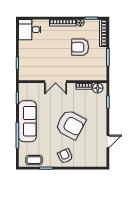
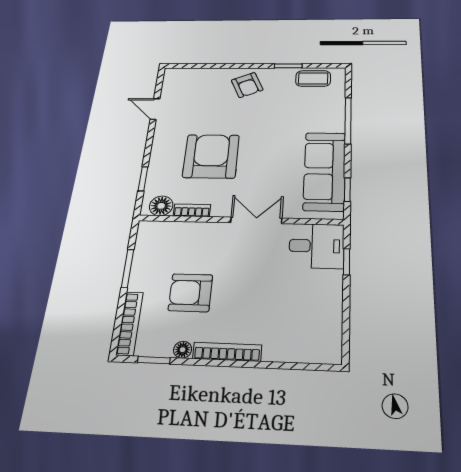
desk: (30, 30) -> (316, 246), moved
armchair: (80, 47) -> (190, 293), turned 180
sofa: (27, 121) -> (324, 171), moved
armchair: (71, 125) -> (211, 156), moved, turned 62
door: (108, 141) -> (155, 109), hinge flipped

